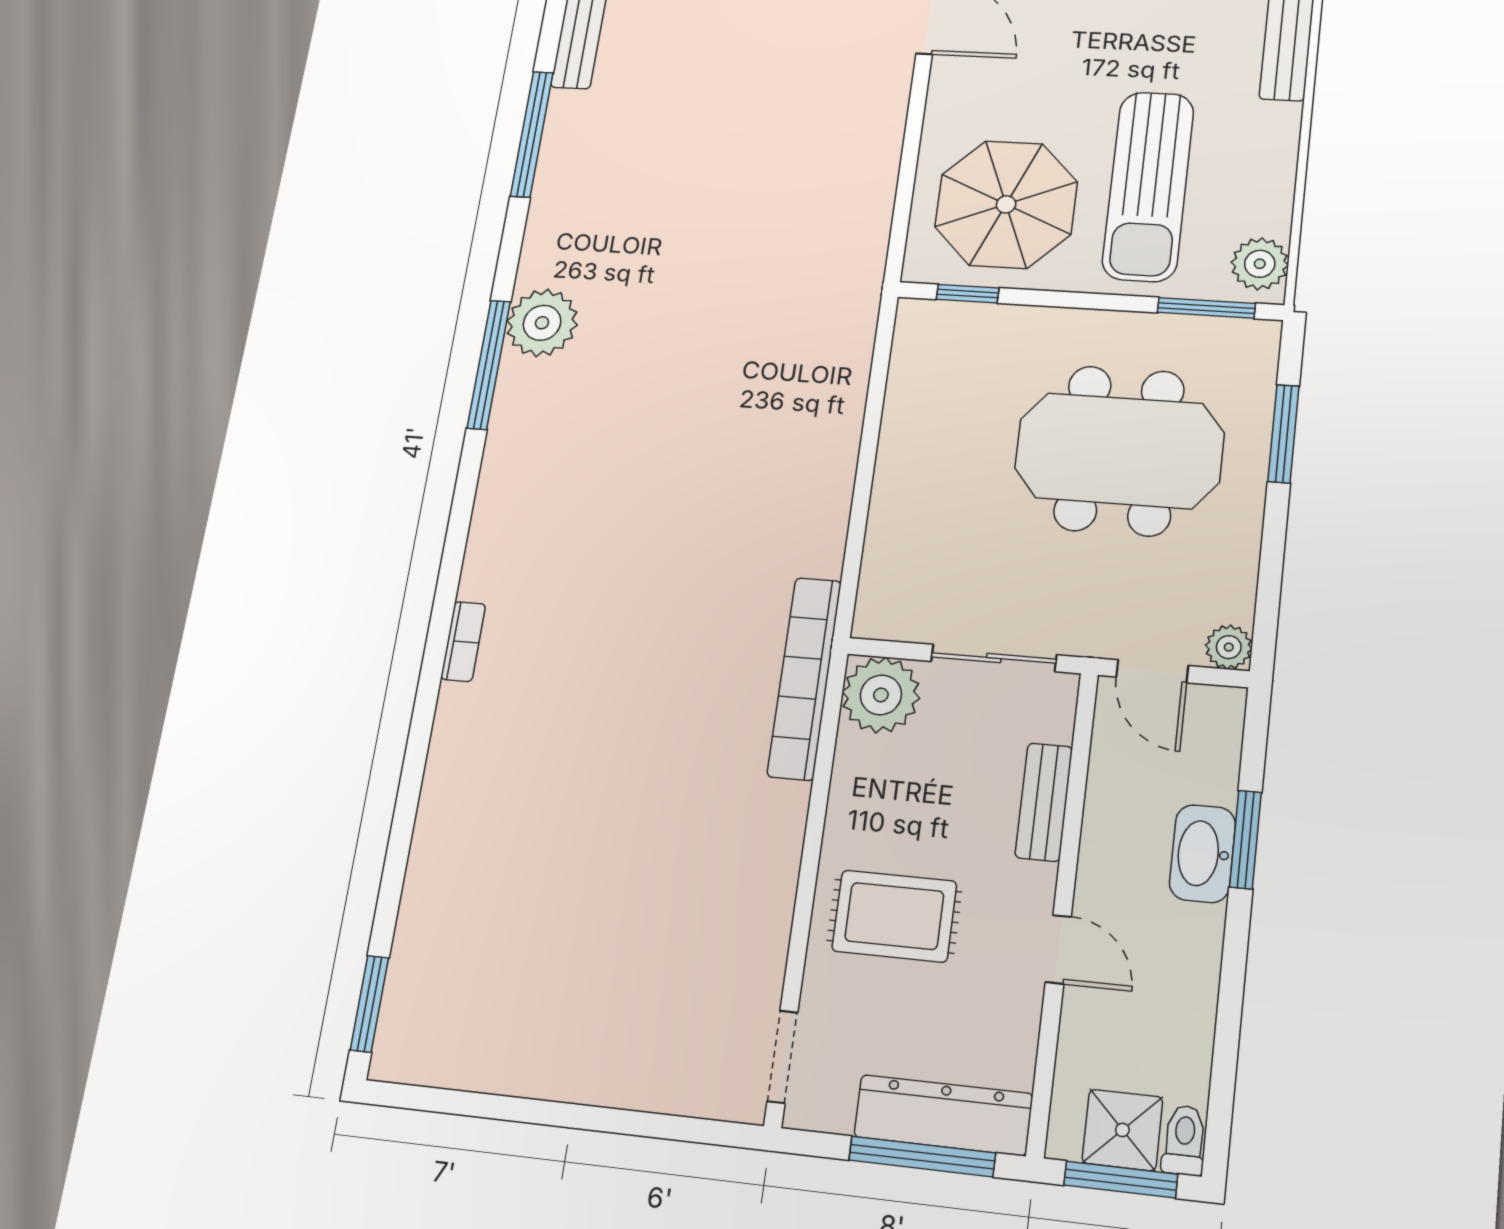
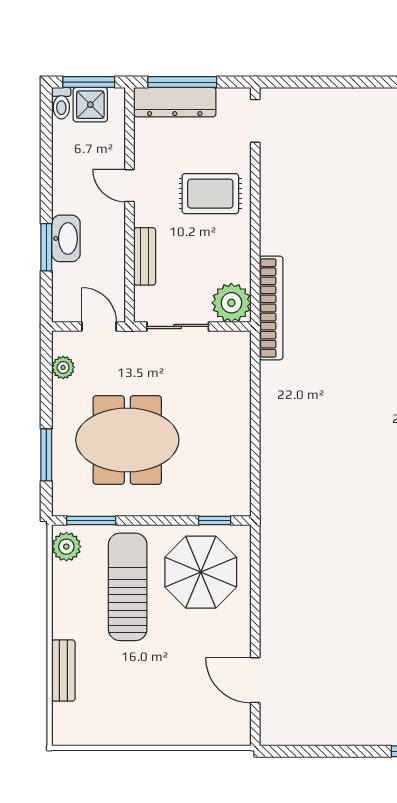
plant: (1229, 647) -> (63, 367), moved

